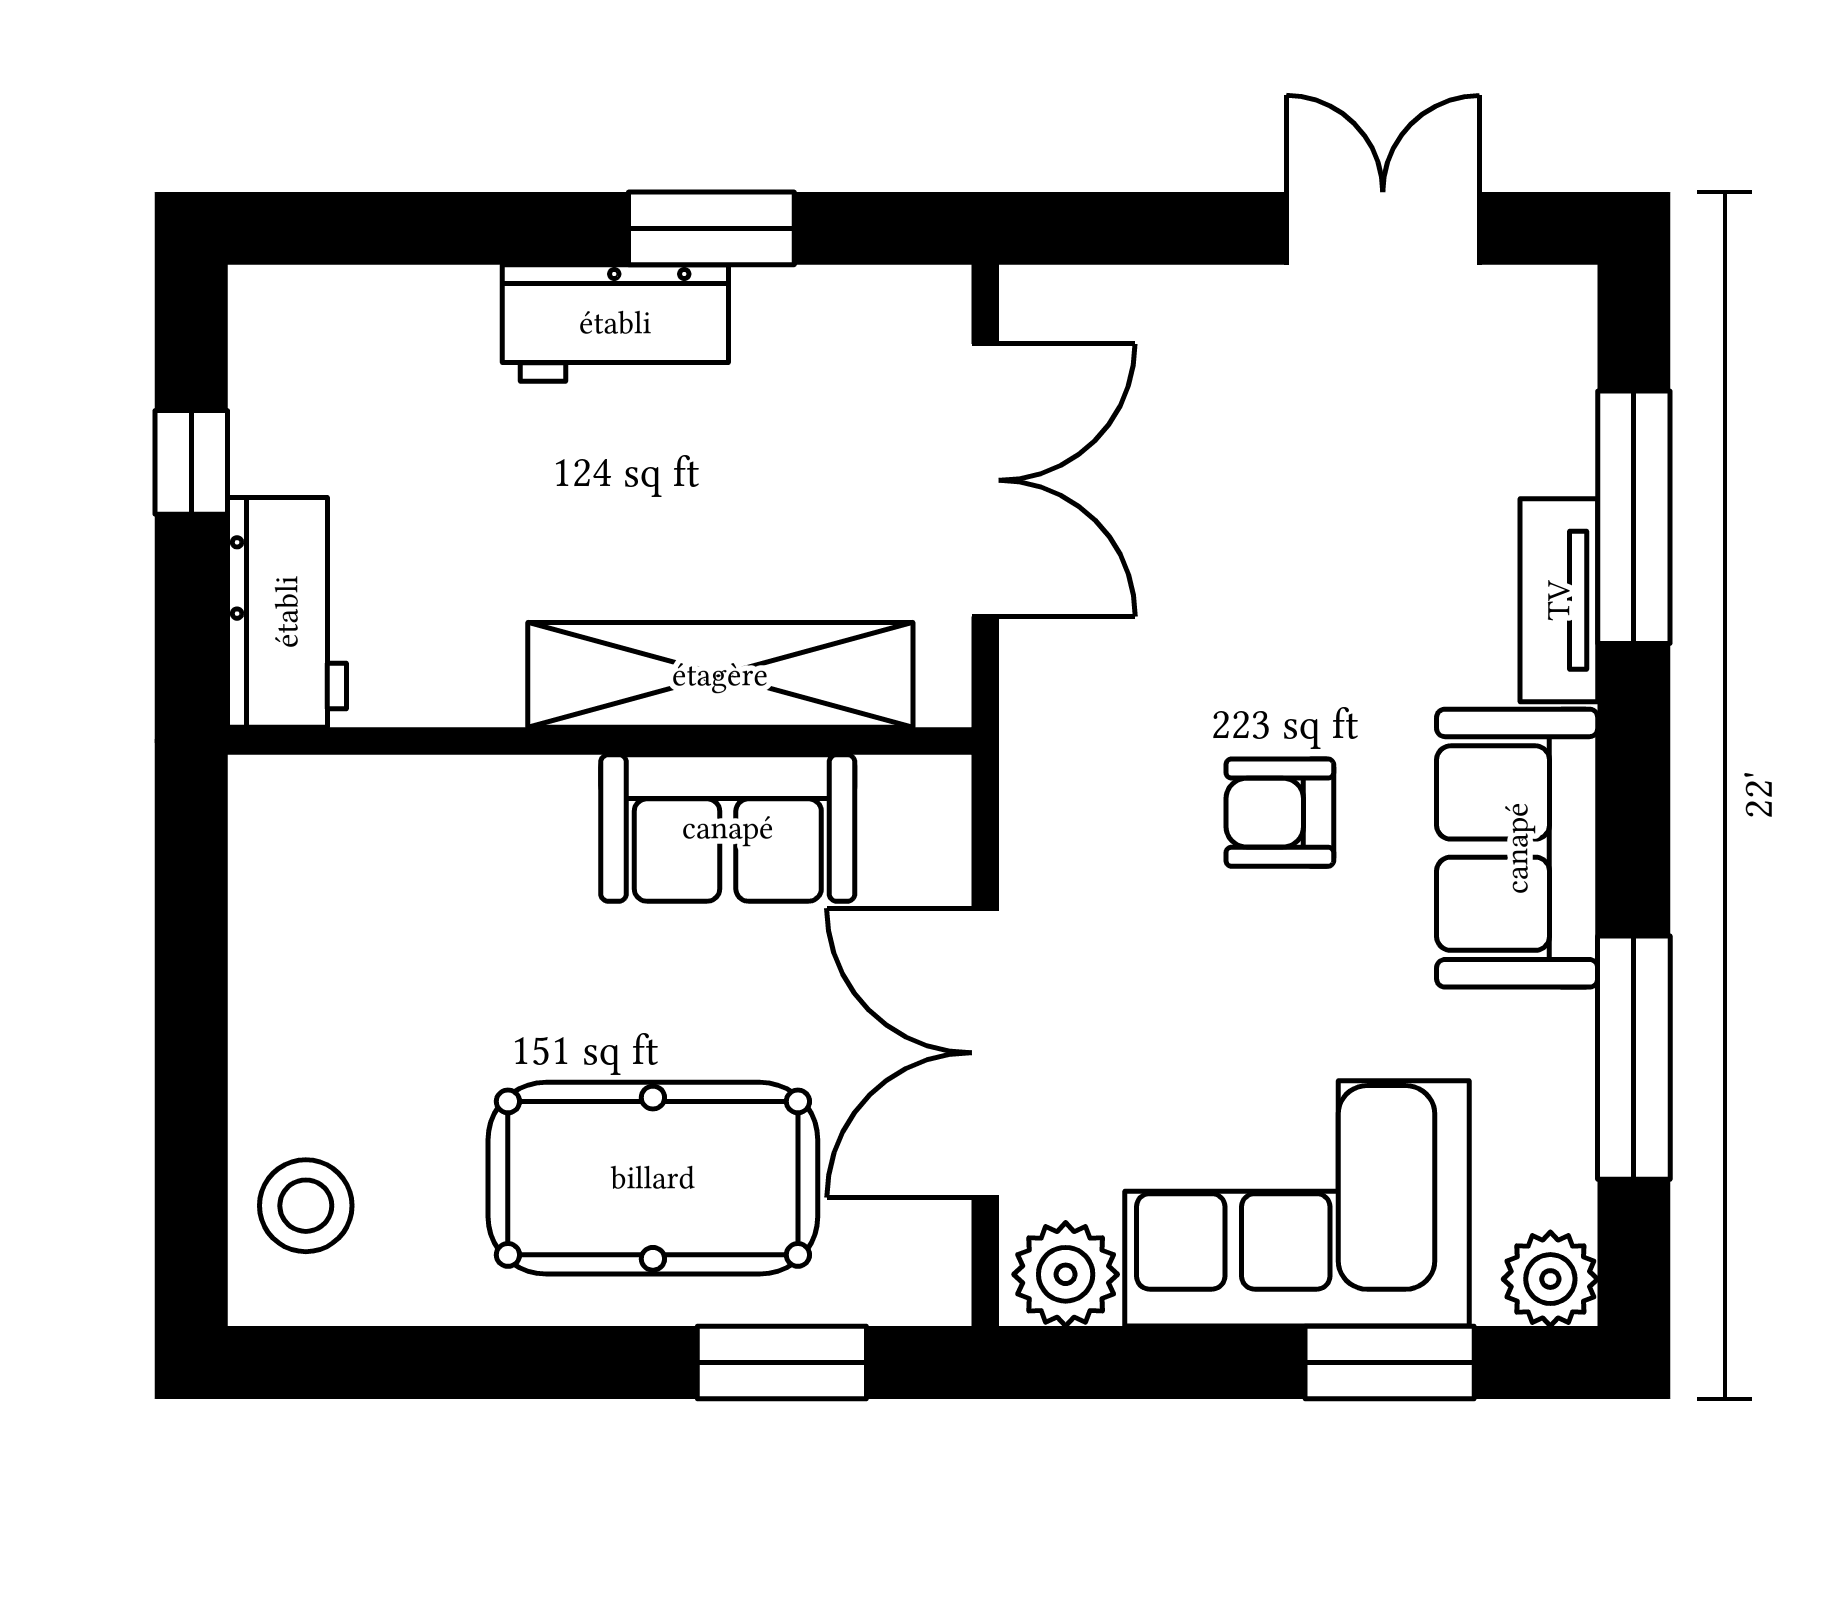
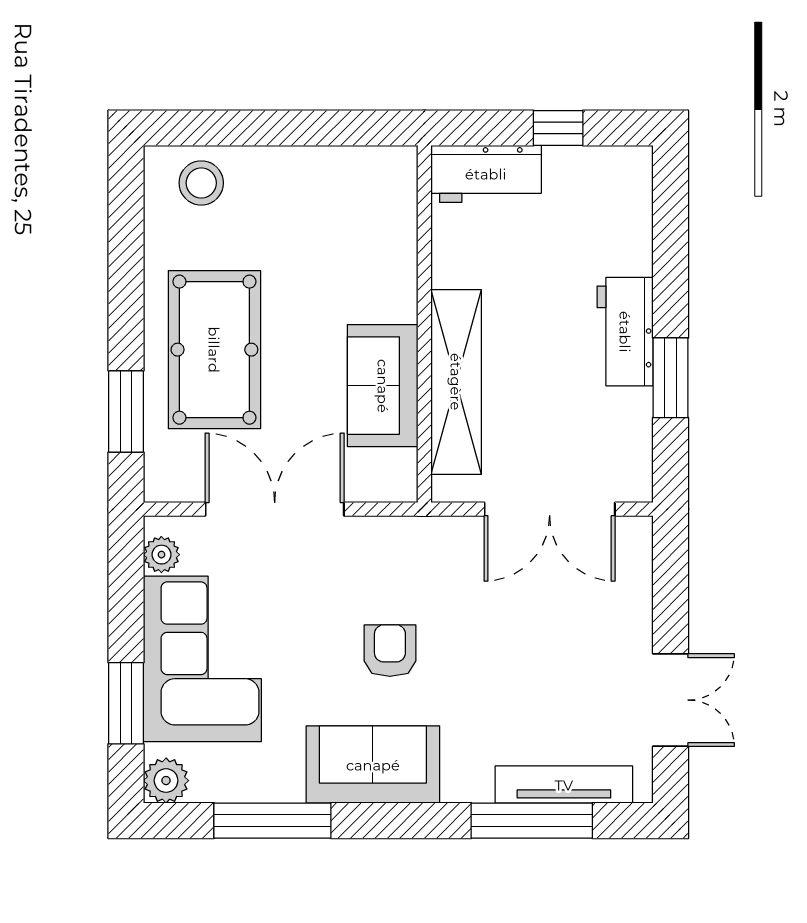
tv unit: (1559, 600) -> (564, 785), moved, width x1.41
plant: (1066, 1274) -> (161, 555), width x0.73, depth x0.73

